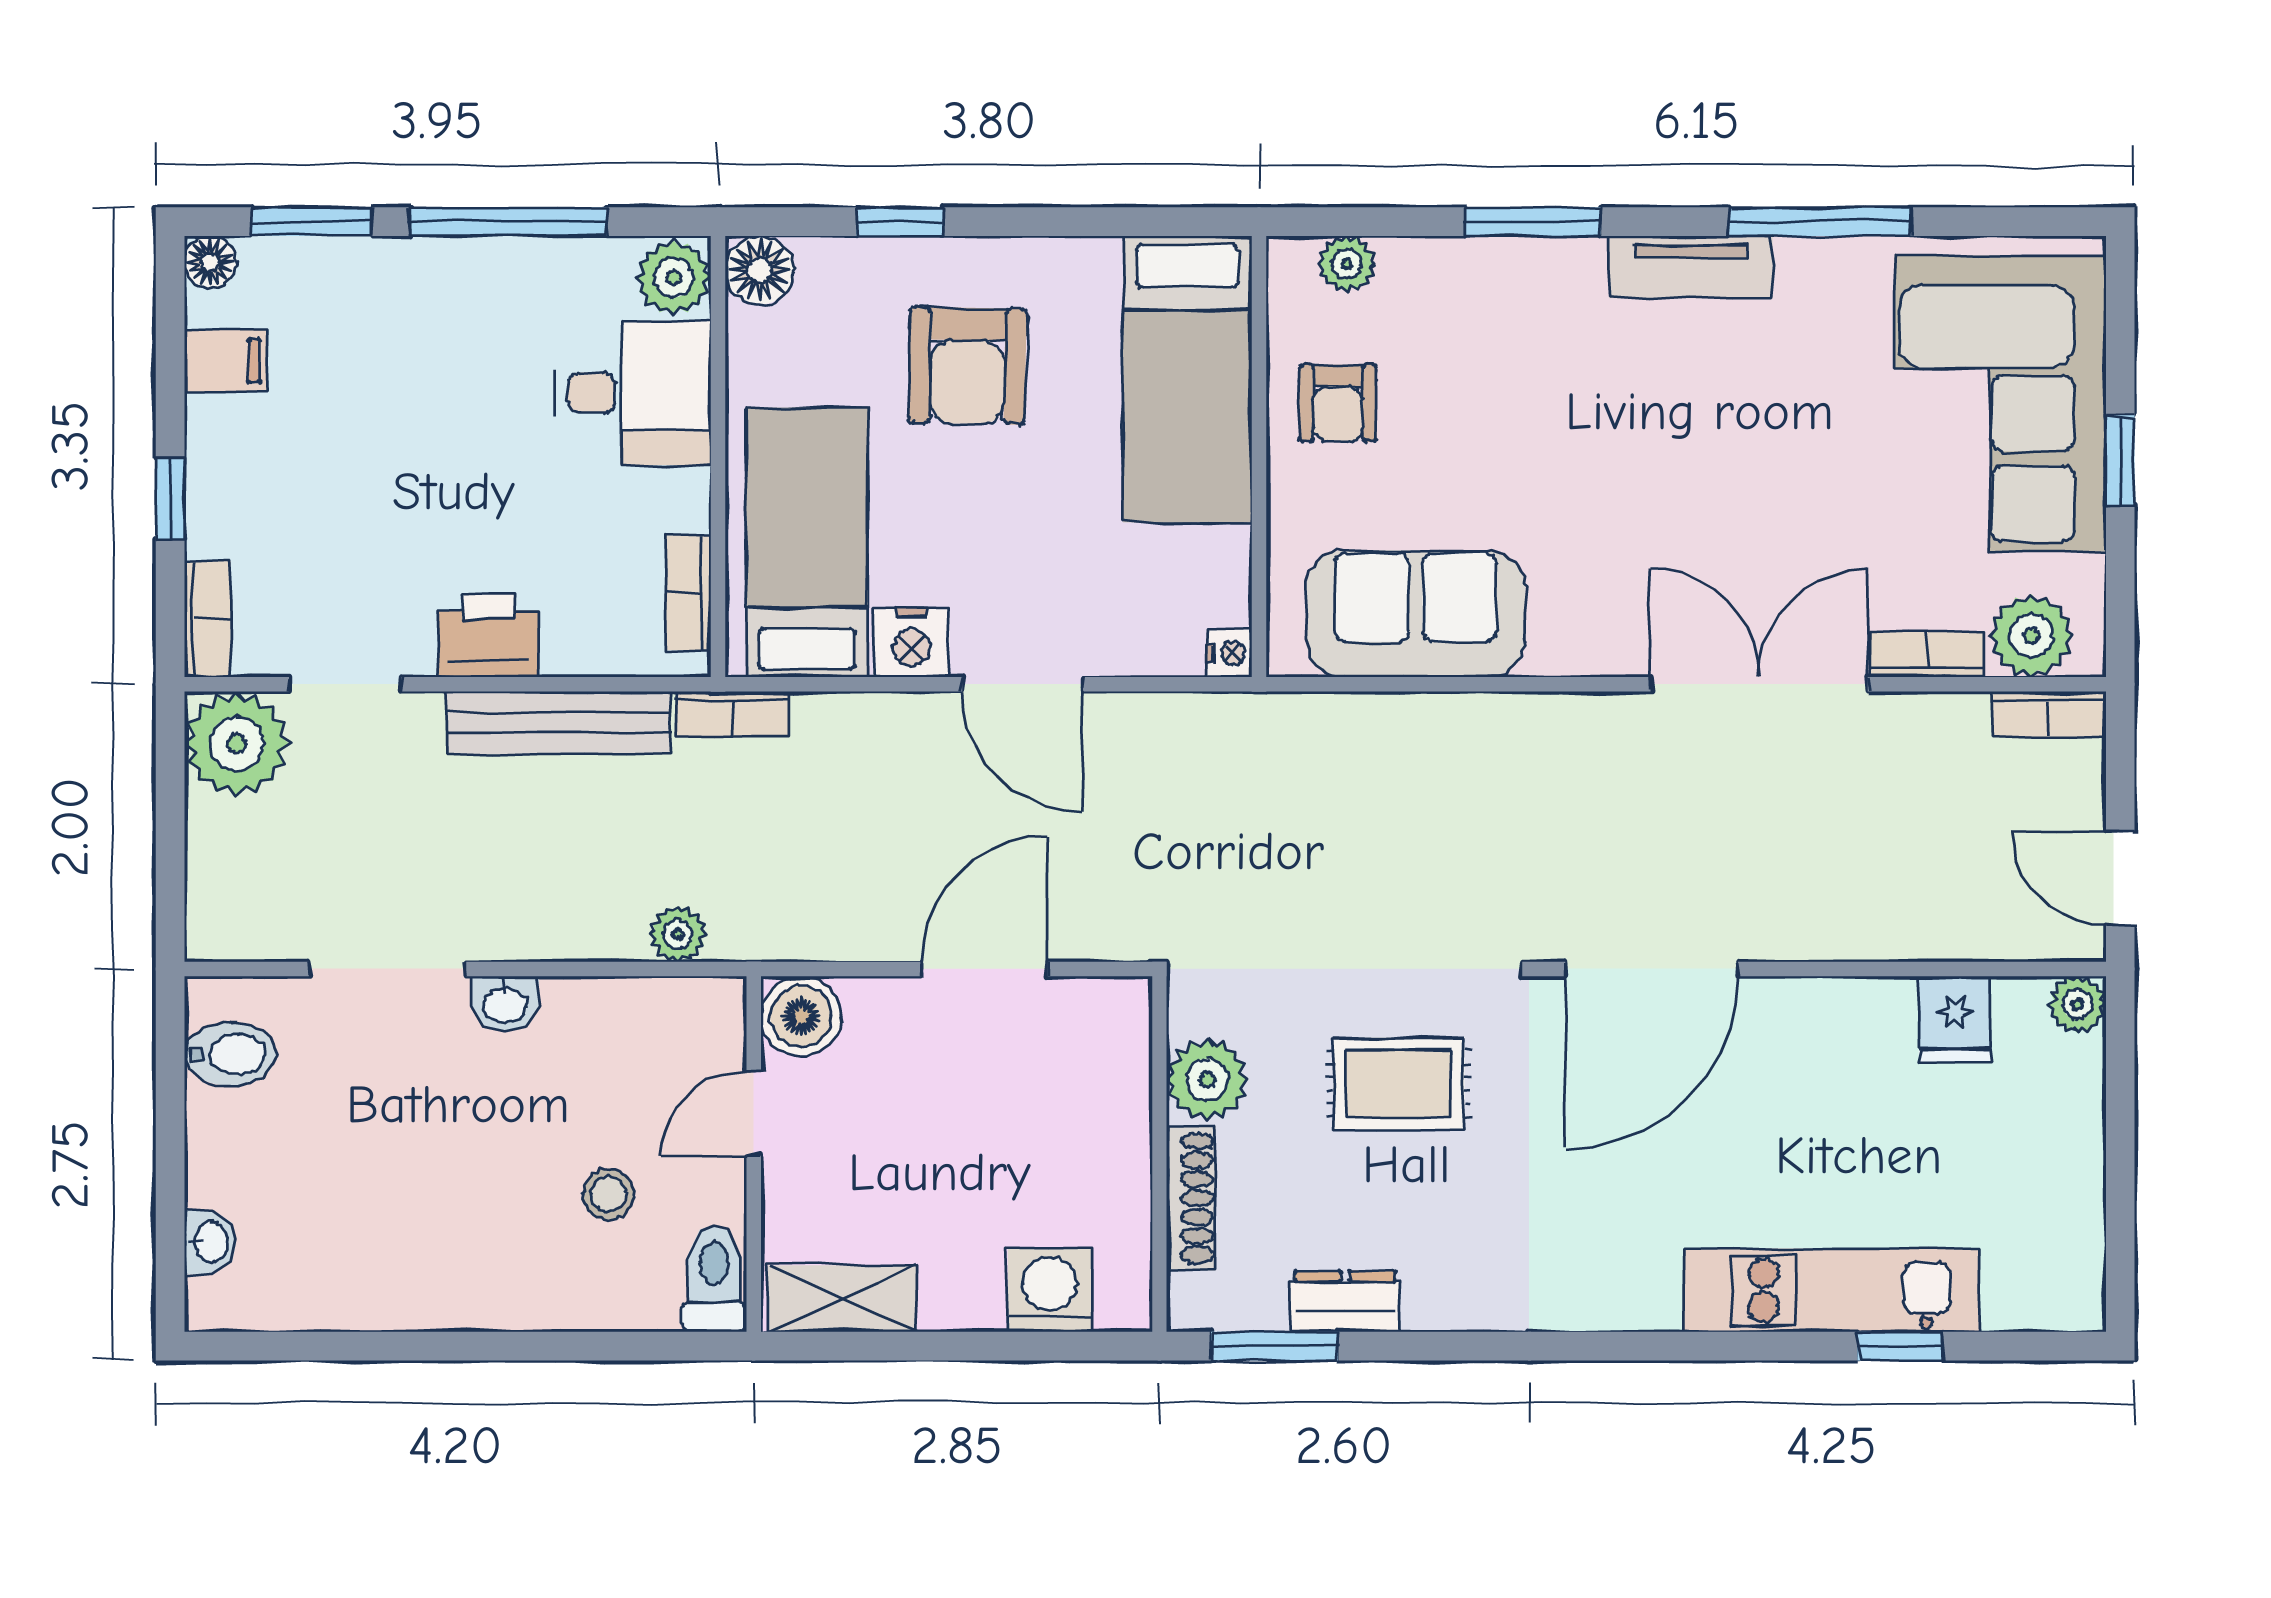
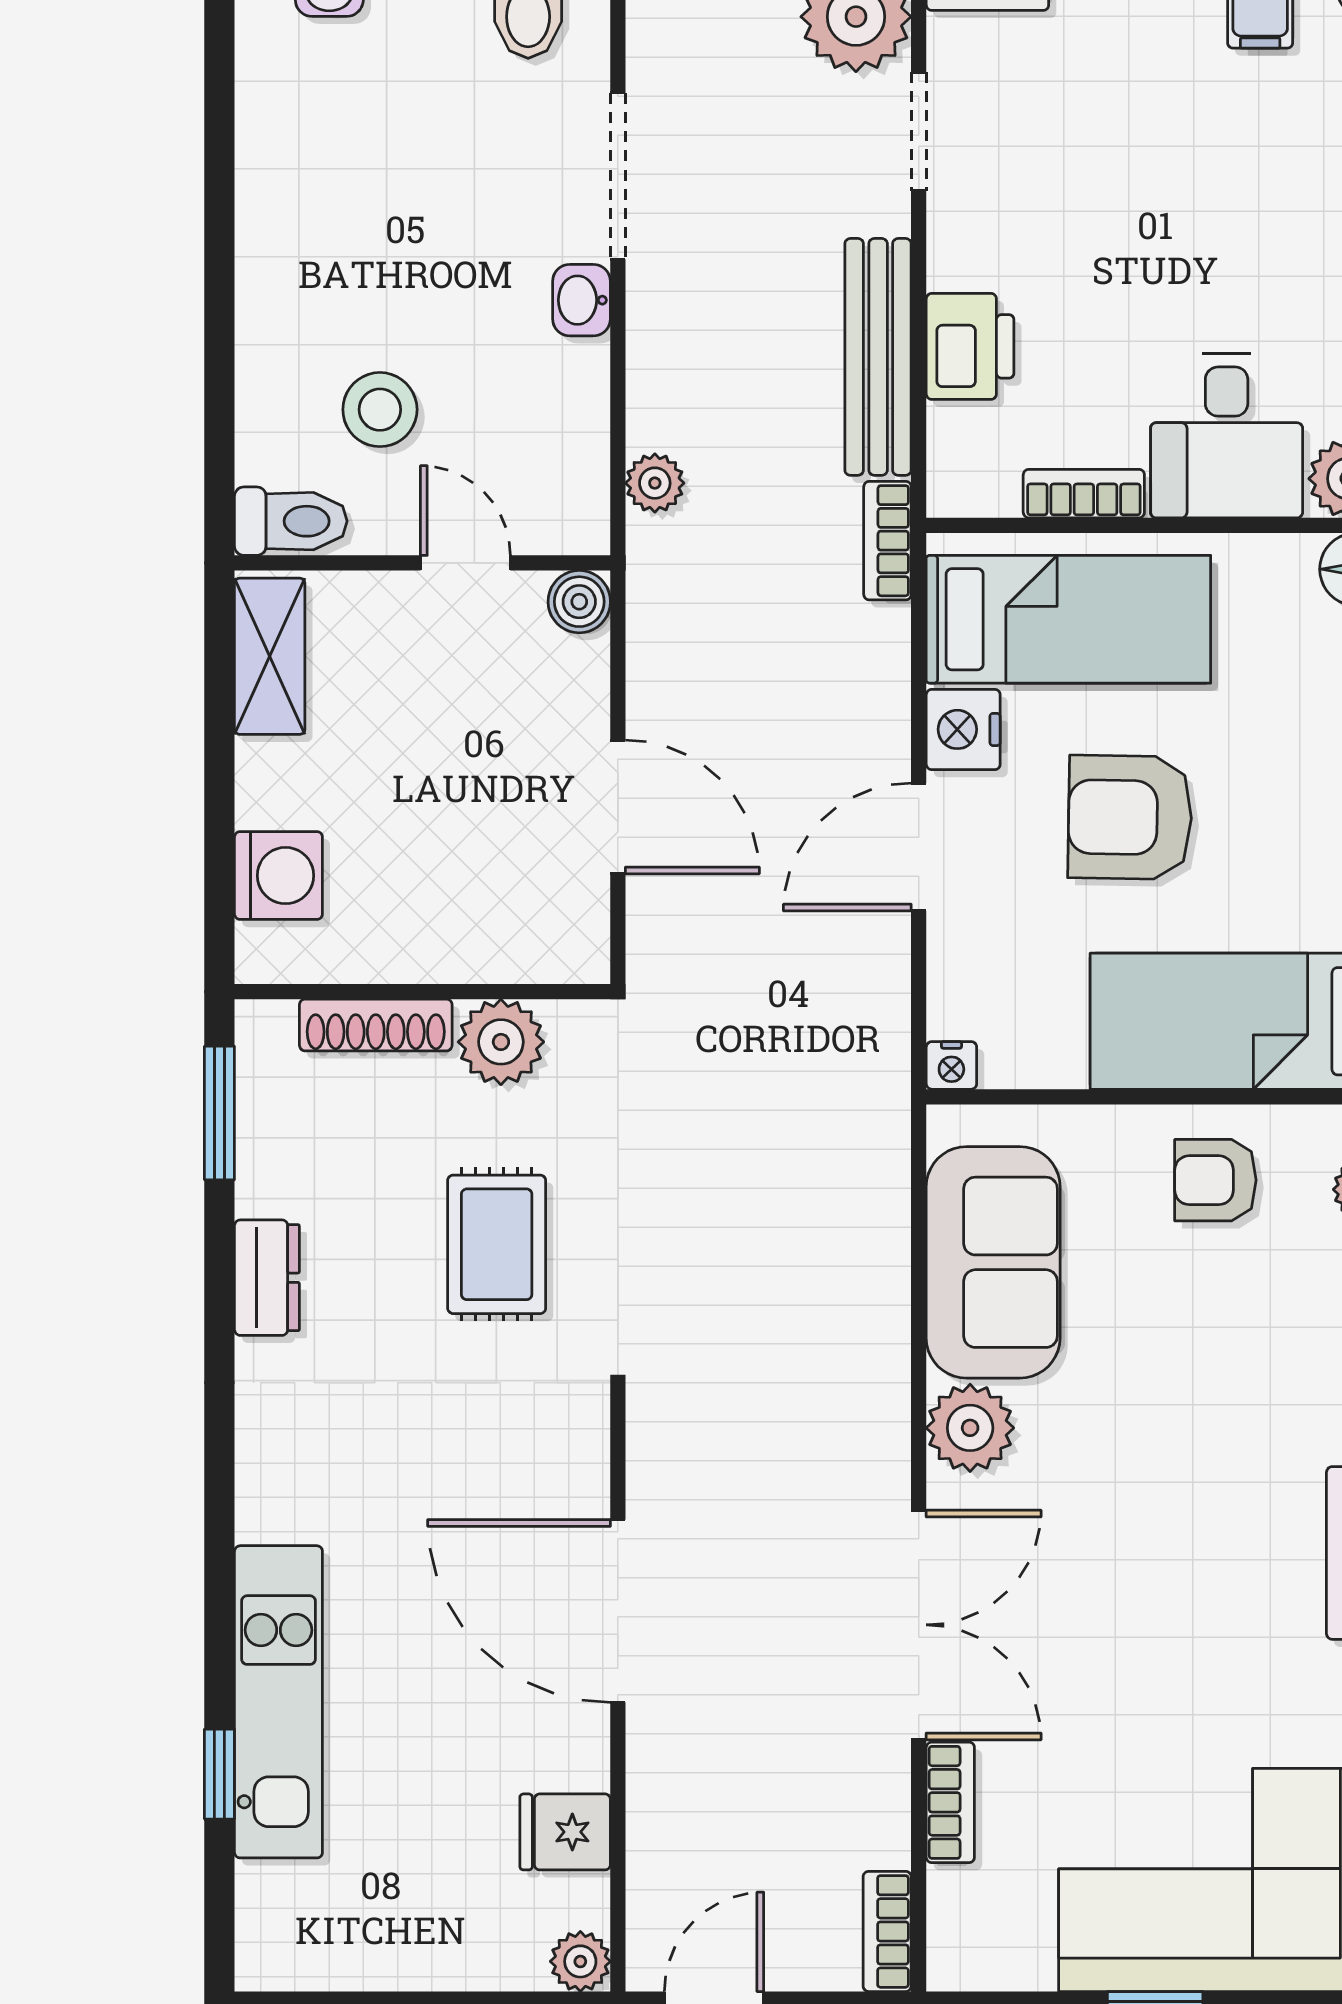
armchair: (967, 366) -> (1130, 817), moved
bookcase: (688, 593) -> (1084, 494), moved
printer: (489, 636) -> (970, 346), moved
plant: (2031, 636) -> (970, 1428), moved
door: (1652, 969) -> (618, 1611), moved
boiler: (801, 1016) -> (579, 602), width x0.73, depth x0.73
stool: (608, 1194) -> (380, 410), width x1.37, depth x1.37
dresser: (1345, 1301) -> (267, 1278), moved

